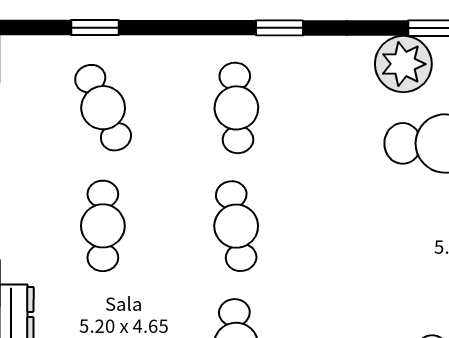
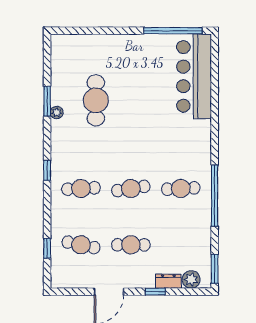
plant: (403, 64) -> (57, 112), width x0.53, depth x0.53
cafe table: (103, 108) -> (81, 245), turned 36

